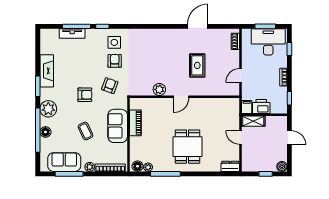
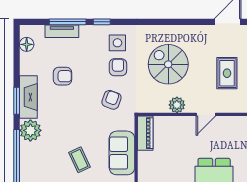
spiral stairs: (153, 59) -> (168, 64), added
fireplace: (47, 71) -> (28, 97), moved
armchair: (85, 95) -> (63, 76), moved
piano: (135, 123) -> (145, 133), moved
floor lamp: (45, 132) -> (27, 44), moved

